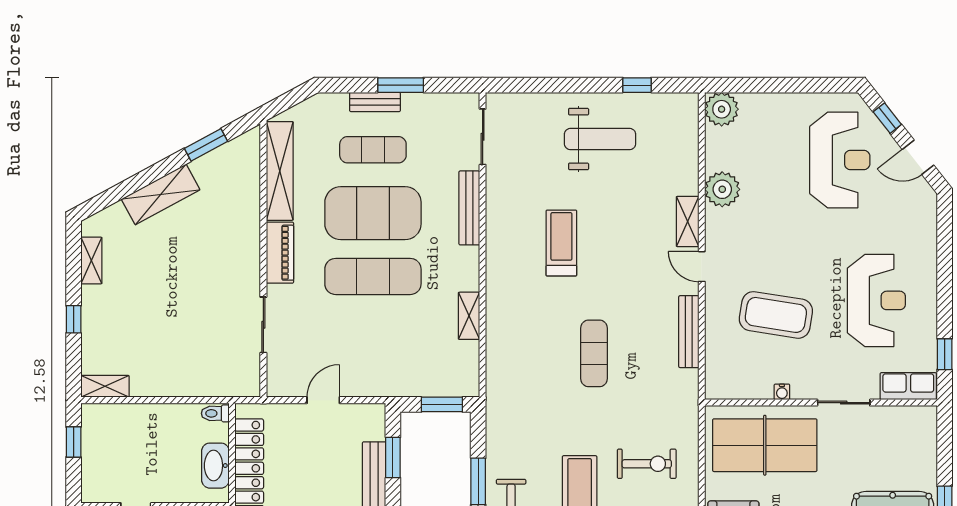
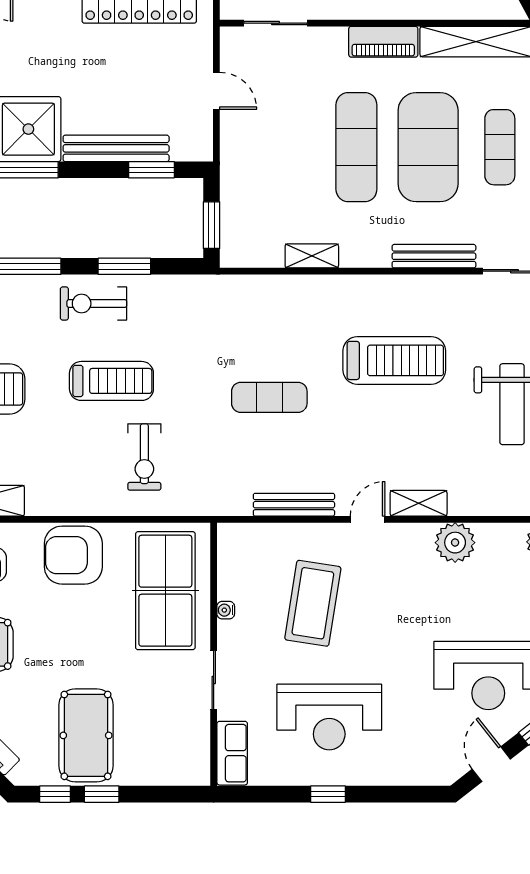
treadmill: (561, 243) -> (394, 360), width x1.37, depth x1.38
sliding door: (263, 325) -> (275, 23), moved
window: (945, 354) -> (328, 794), moved

